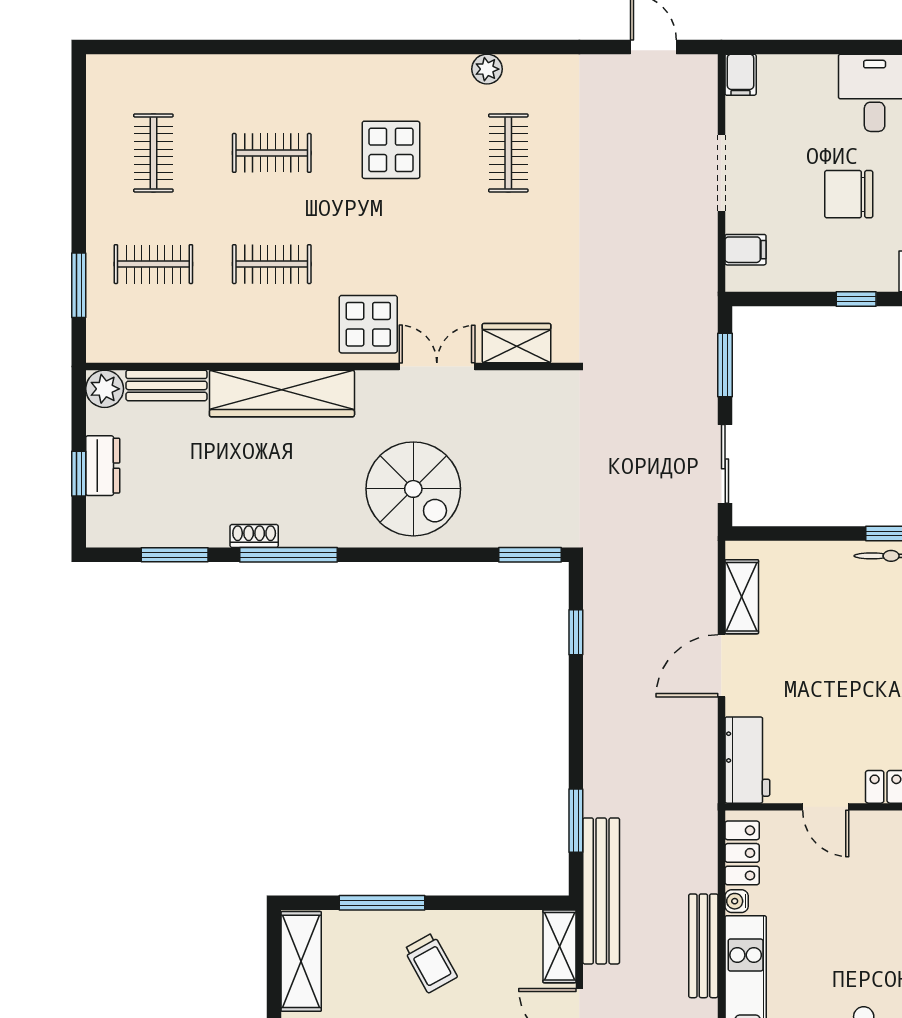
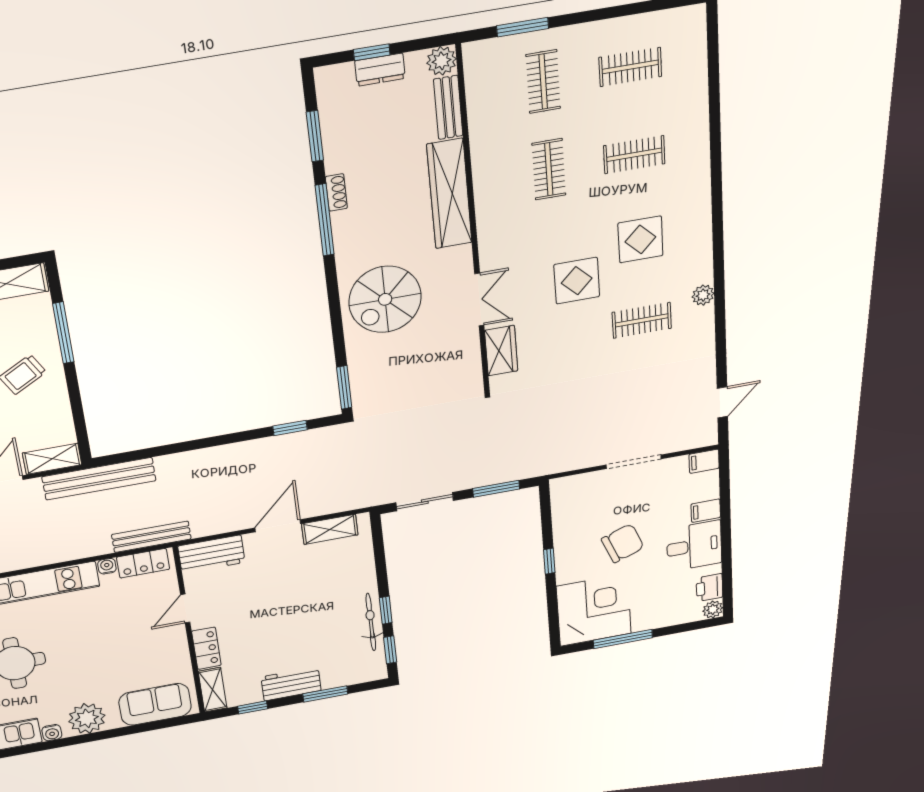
clothes rail: (272, 153) -> (634, 155), turned 90
chair: (849, 194) -> (623, 543), turned 69
filing cabinet: (745, 250) -> (706, 511), moved, turned 90
display table: (368, 324) -> (577, 281), moved
door: (721, 666) -> (278, 526), hinge flipped
window: (576, 821) -> (149, 453), removed
bench: (703, 946) -> (151, 537), moved

